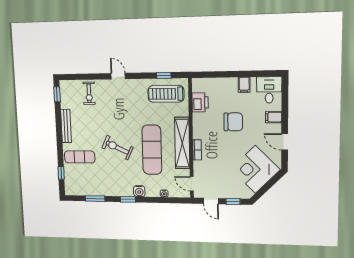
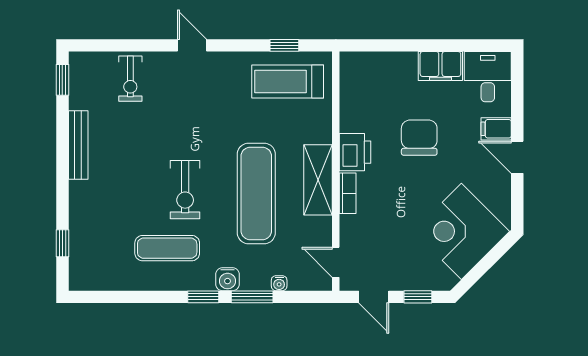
filing cabinet: (244, 85) -> (440, 66), width x2.00
printer: (200, 102) -> (355, 152), moved
chair: (233, 122) -> (419, 138), turned -90
door: (285, 142) -> (517, 157), moved
shelving: (182, 143) -> (318, 180), width x0.68
exercise bike: (117, 148) -> (185, 190), turned -115
exercise mat: (80, 157) -> (167, 248), moved
window: (95, 199) -> (252, 297), moved

